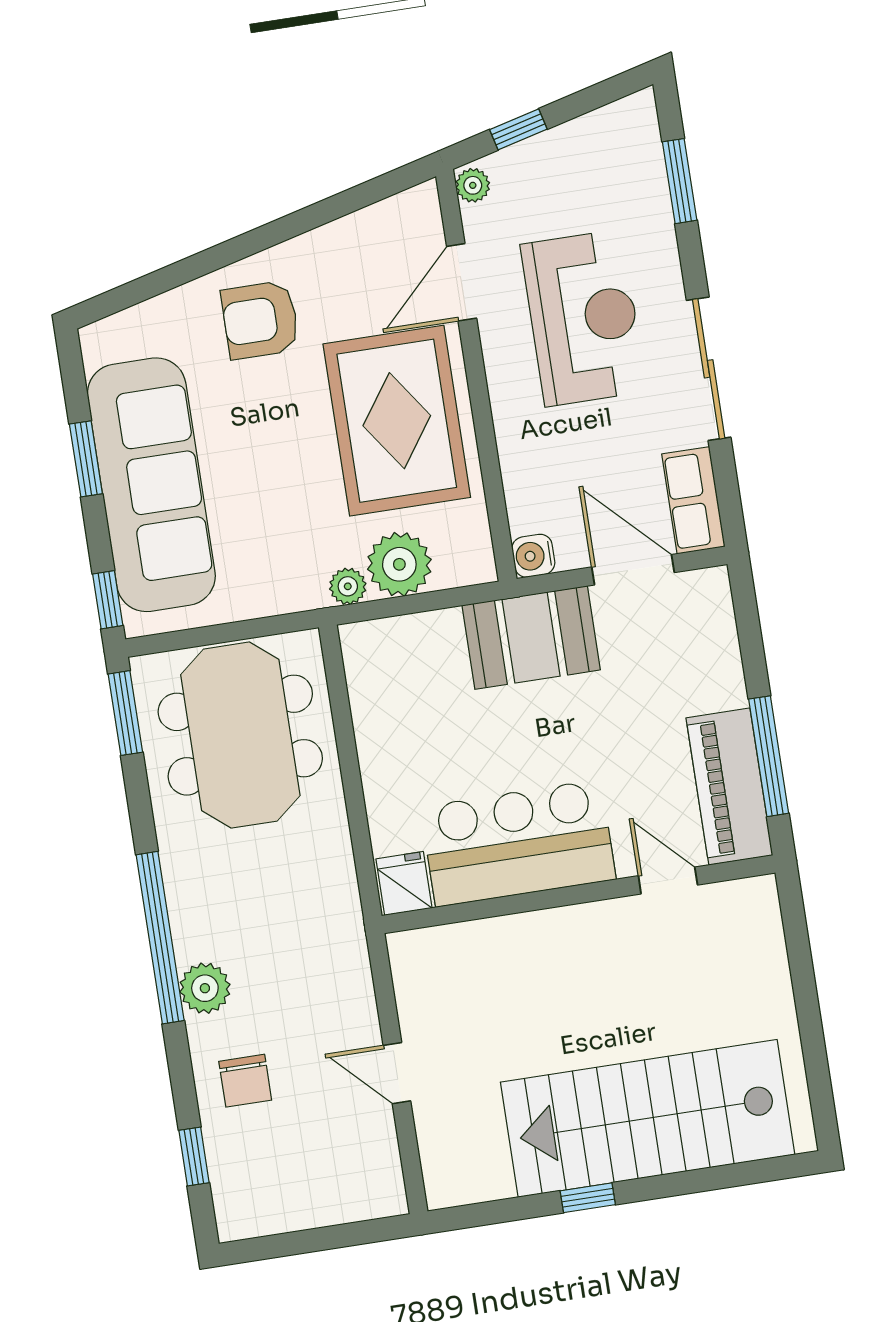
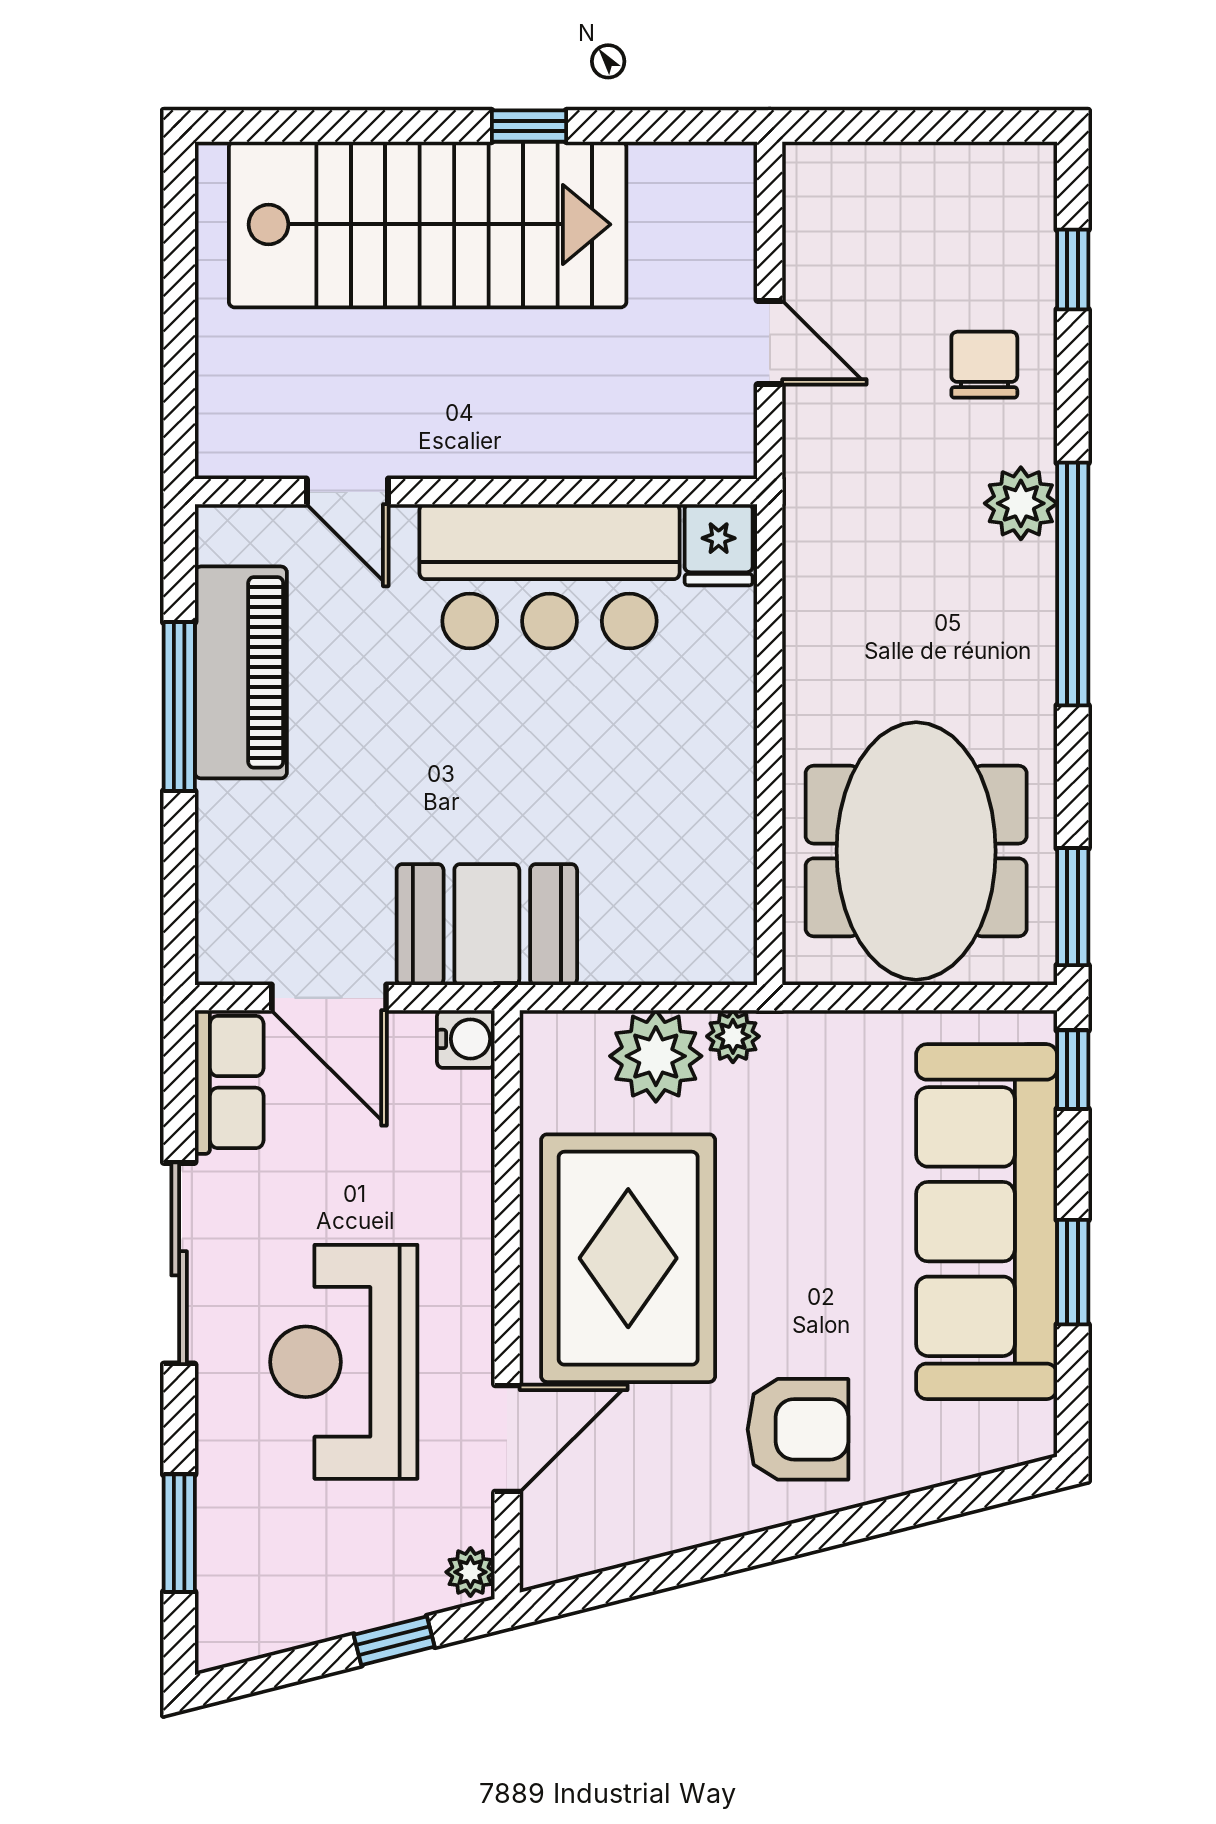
bar counter: (518, 843) -> (549, 576), moved
door: (668, 880) -> (347, 492), moved
fridge: (404, 883) -> (719, 545), moved
wall: (579, 894) -> (476, 492), moved

